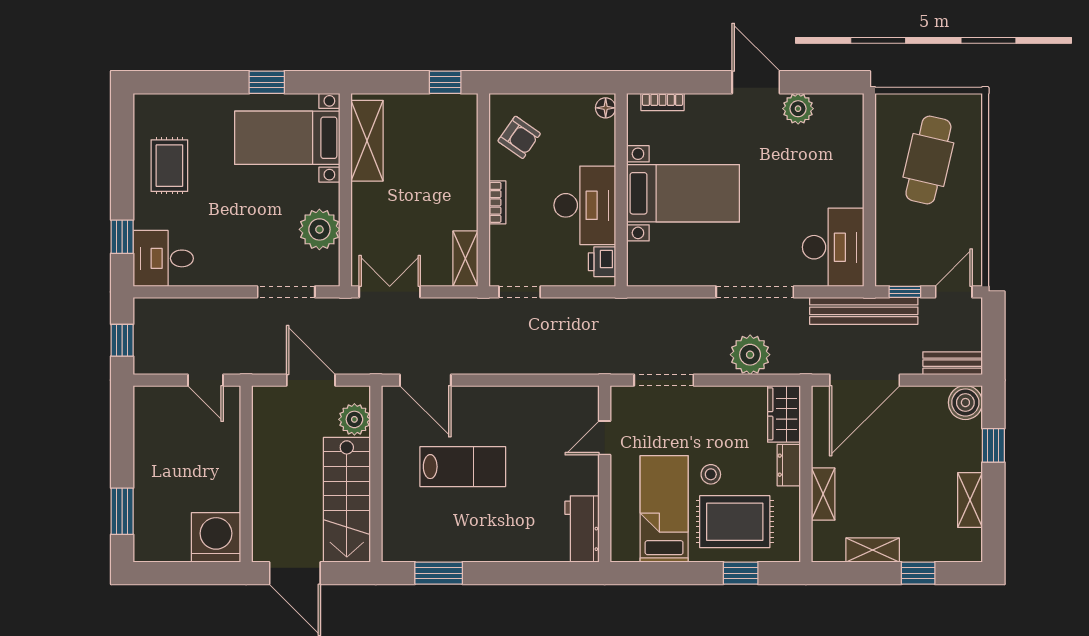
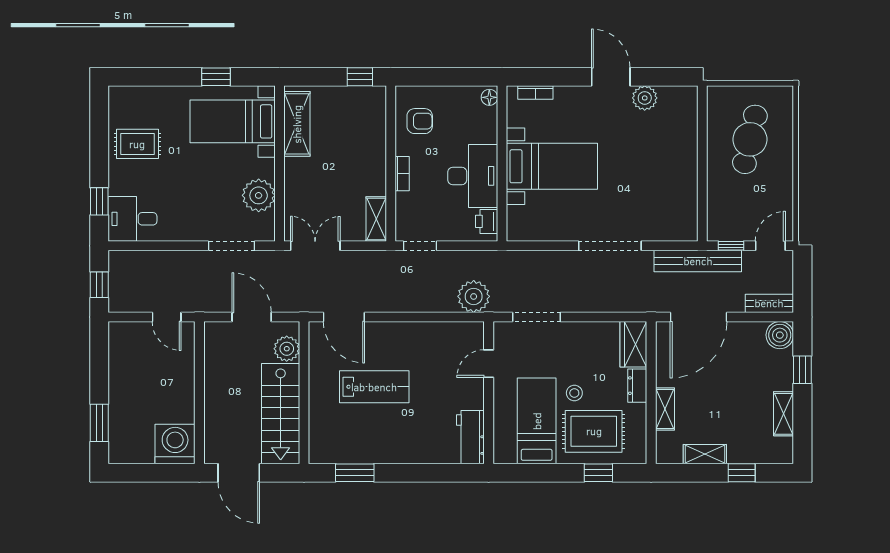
armchair: (519, 137) -> (420, 121), turned -35
rug: (169, 166) -> (137, 144), turned 90
desk: (833, 247) -> (673, 210), removed
plant: (750, 355) -> (474, 296), moved

